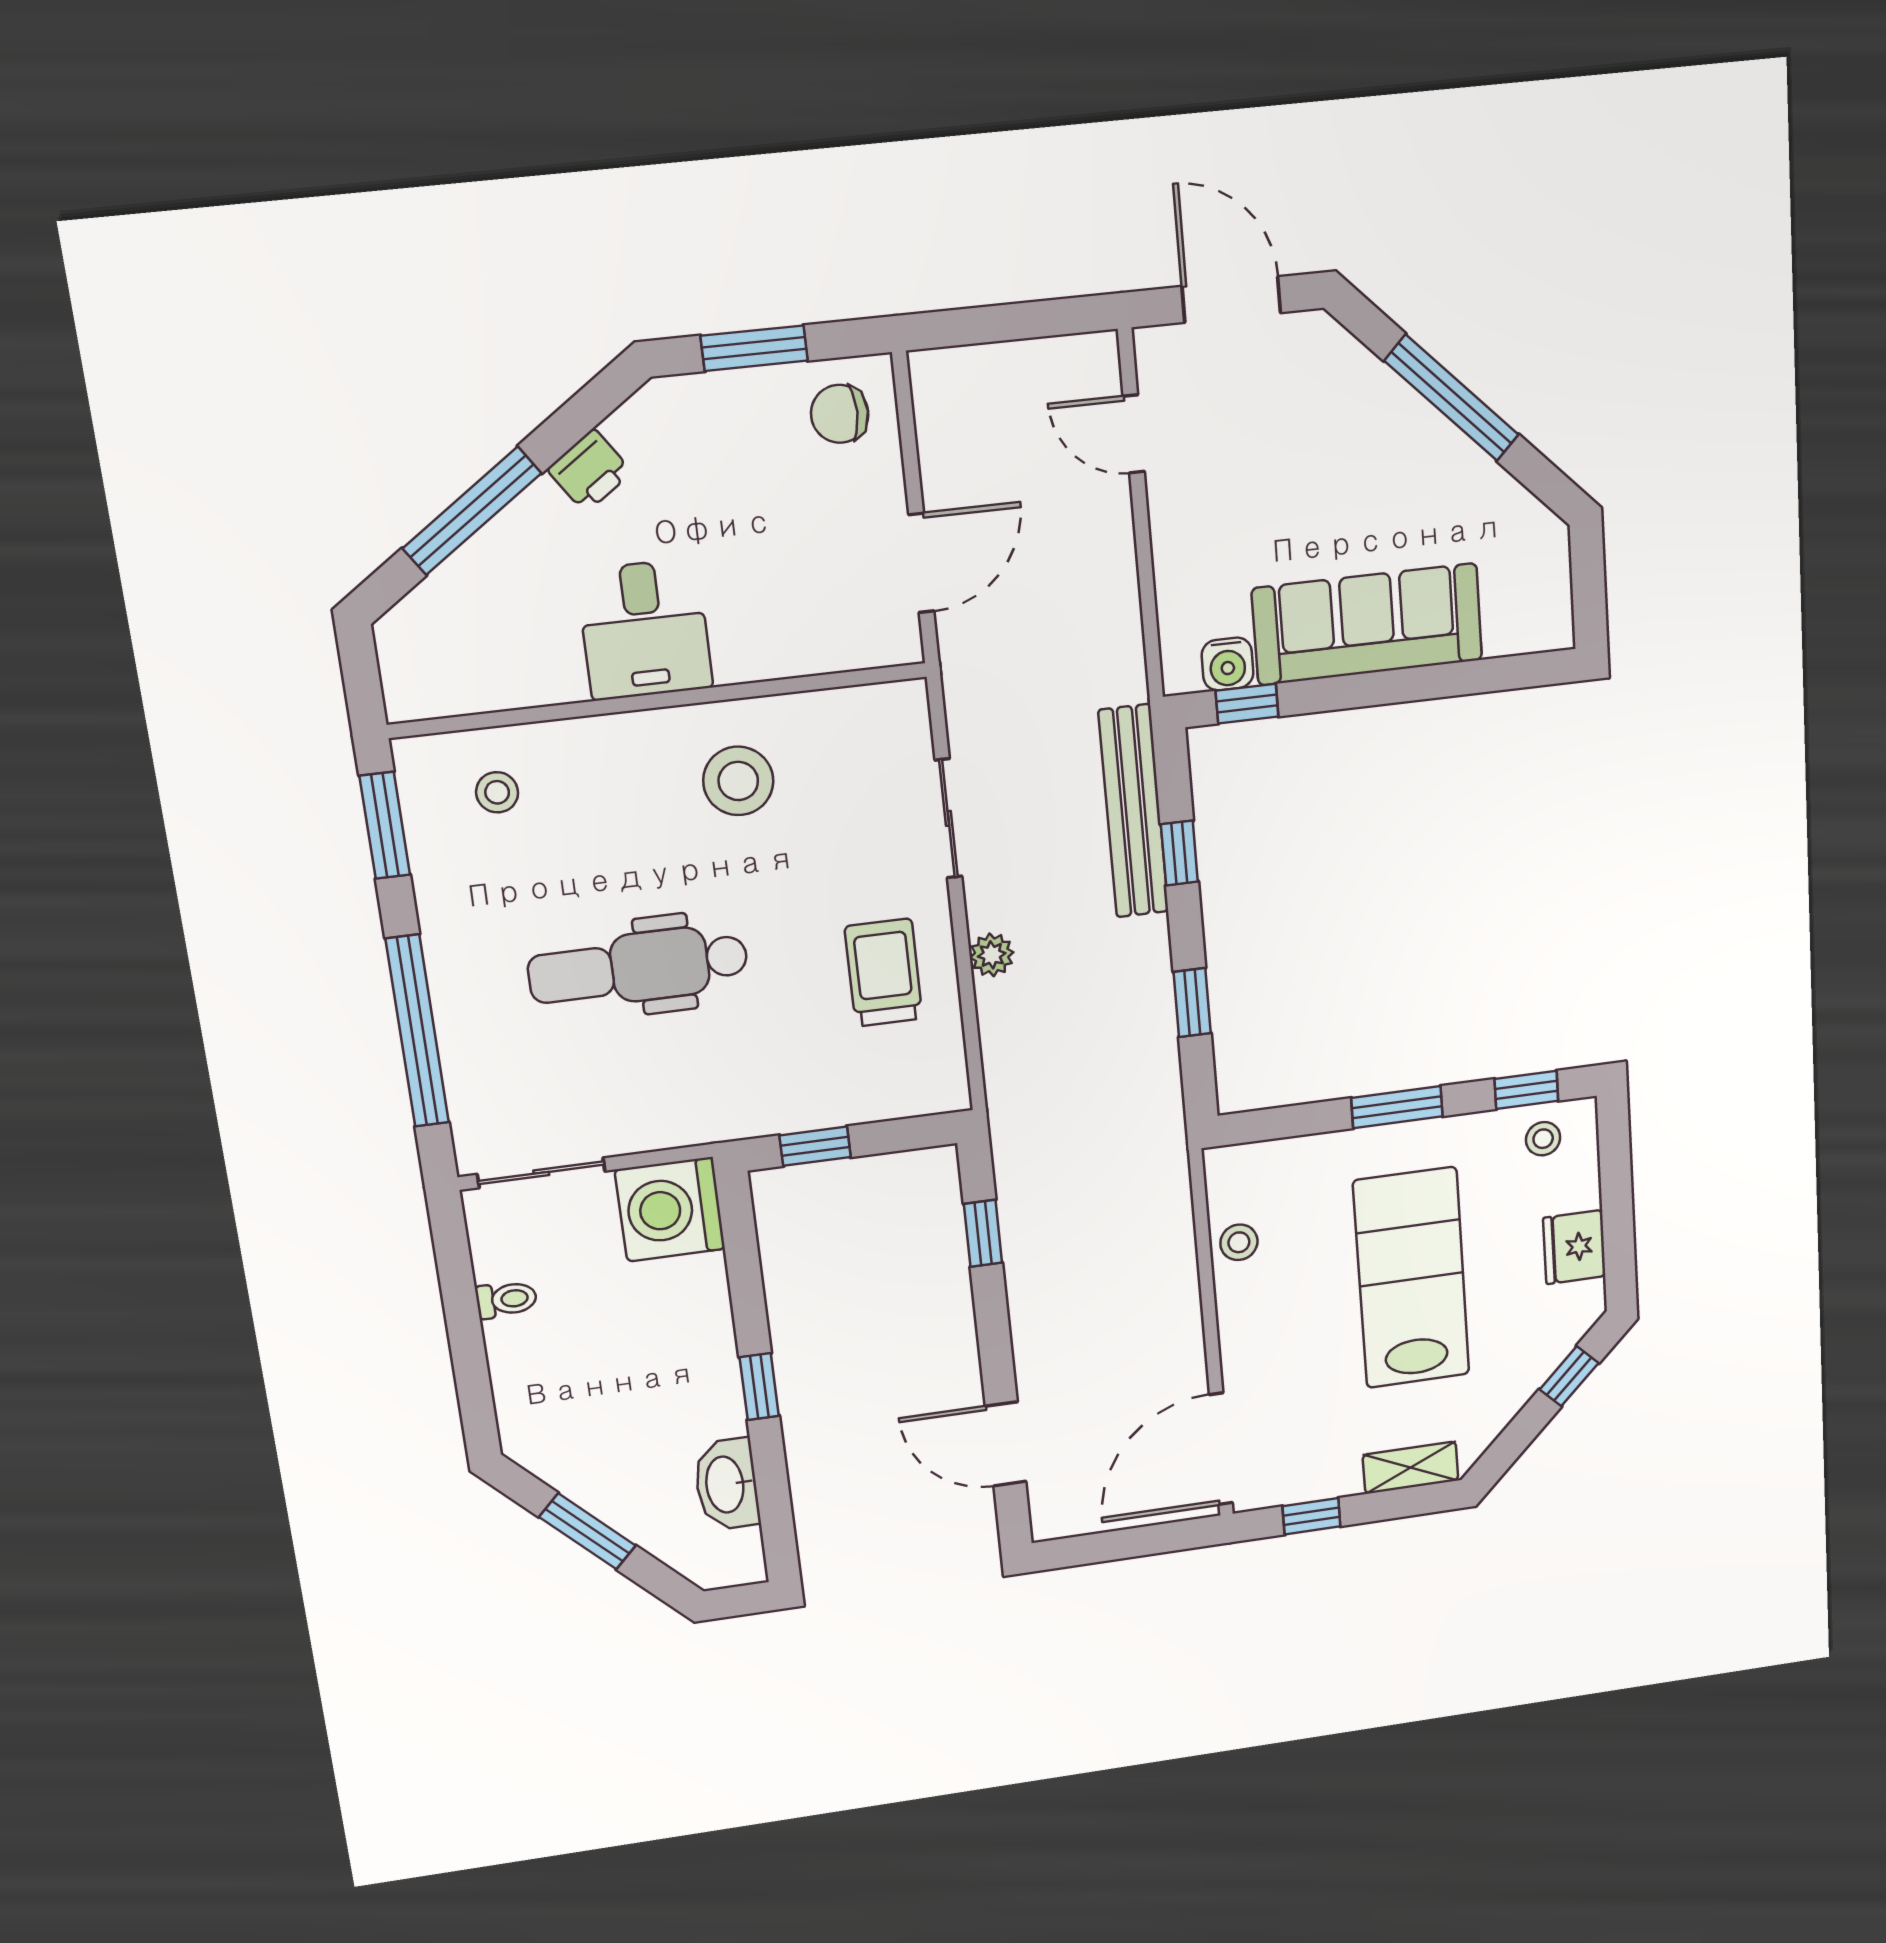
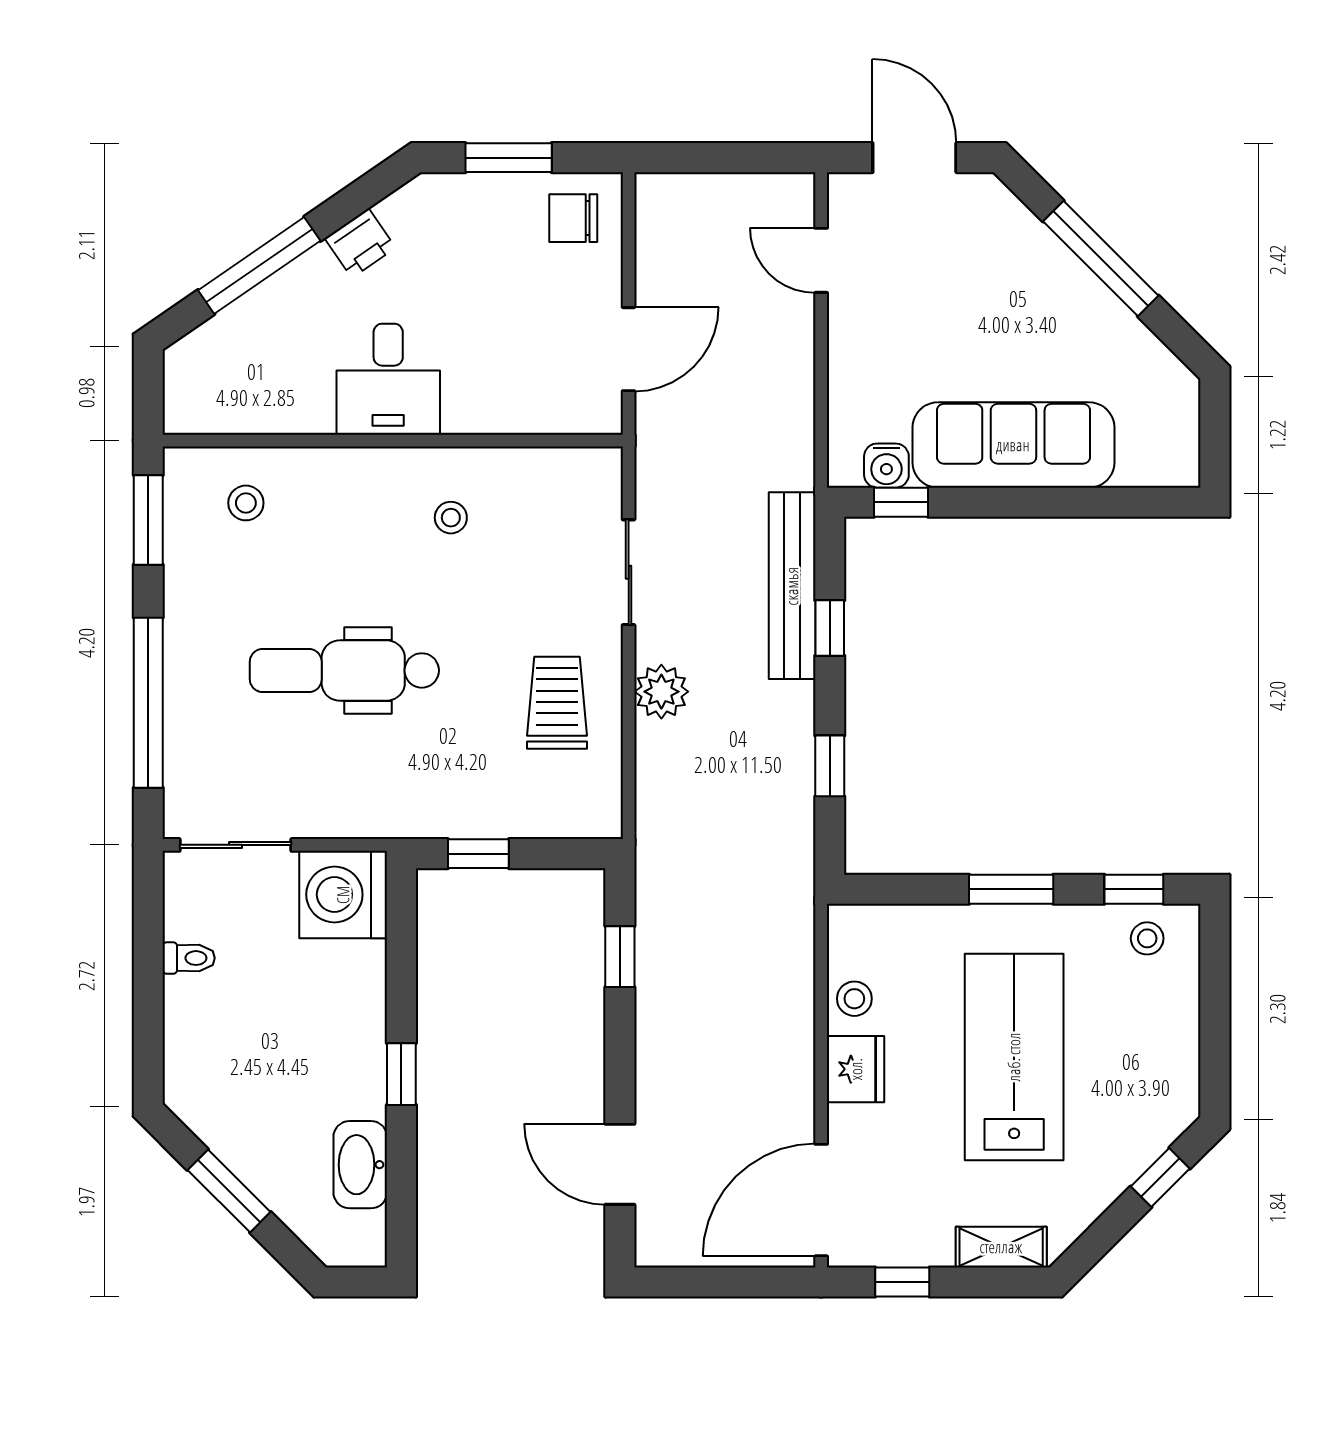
stool: (738, 781) -> (451, 518), width x0.53, depth x0.53
plant: (992, 955) -> (661, 692), width x1.38, depth x1.38
fridge: (1574, 1247) -> (856, 1069), moved, turned 180

